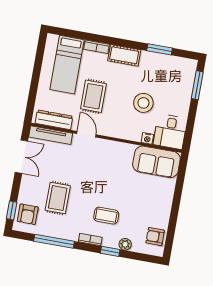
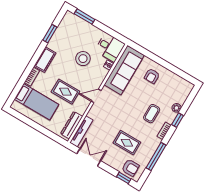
door: (86, 134) -> (96, 96), moved
sofa: (156, 162) -> (124, 70), width x1.36
armchair: (155, 237) -> (152, 76), moved

